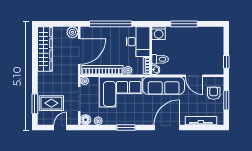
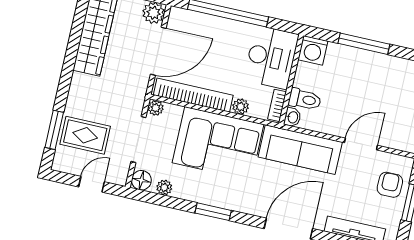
door: (194, 76) -> (361, 144), swing flipped

